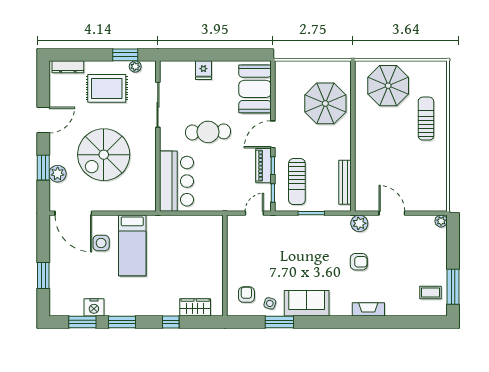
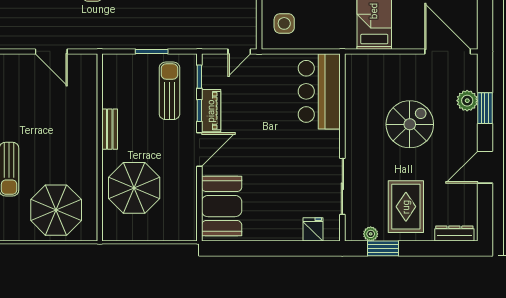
fridge: (203, 70) -> (313, 229), moved
rug: (107, 88) -> (406, 207), turned 90
cafe table: (208, 132) -> (280, 153), removed
spiral stairs: (104, 155) -> (410, 124), width x0.73, depth x0.73
bench: (345, 182) -> (110, 129), moved, width x0.73
door: (254, 213) -> (239, 51), moved
plant: (359, 223) -> (92, 39), removed
side table: (101, 243) -> (284, 23), moved

